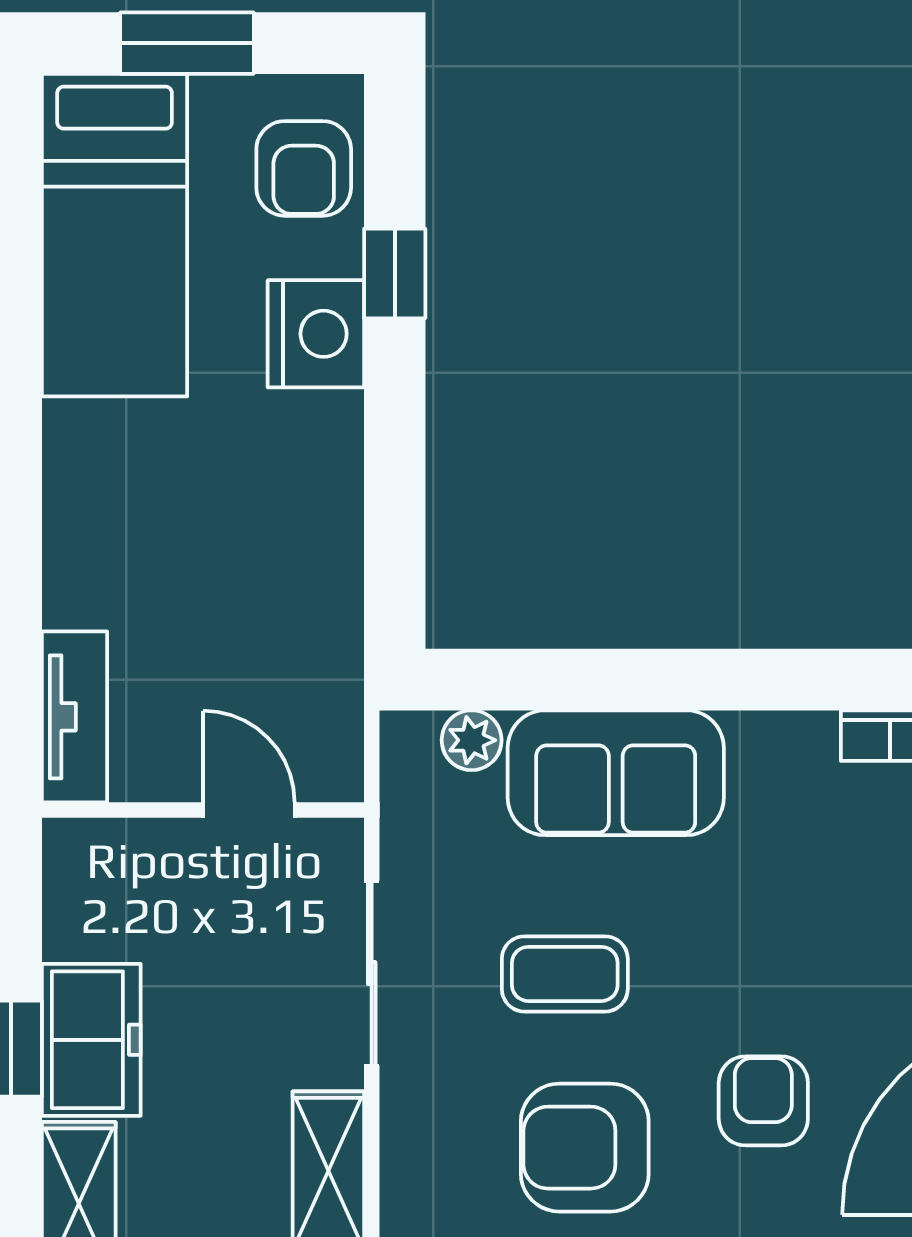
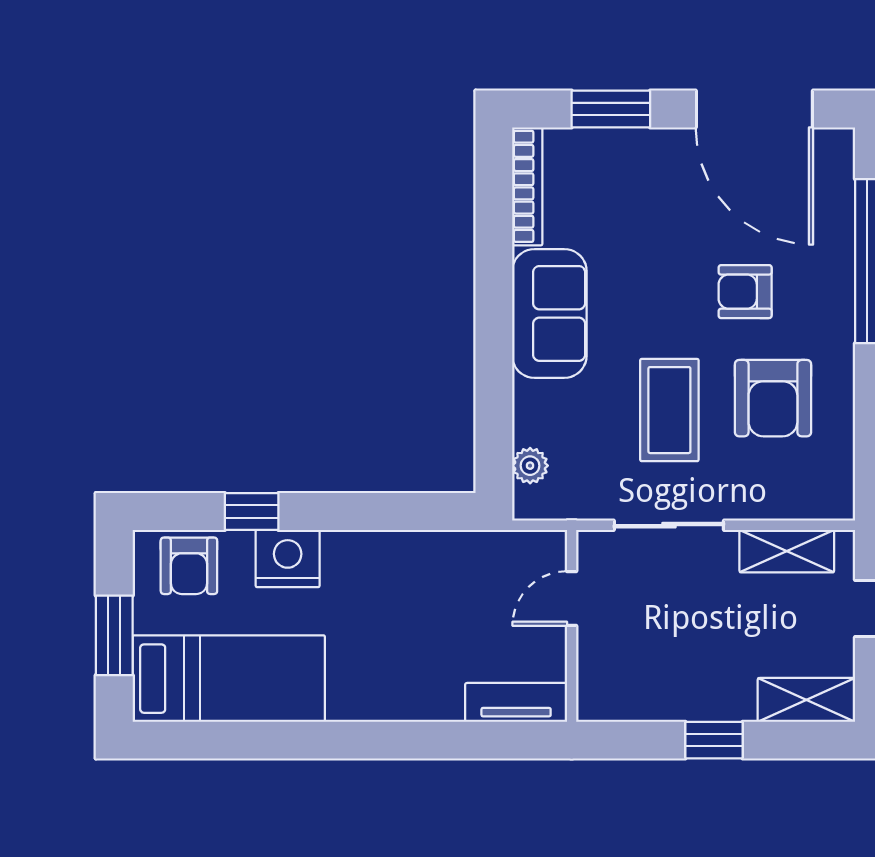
armchair: (304, 168) -> (189, 566), turned 90
sofa: (616, 773) -> (549, 313), moved
coffee table: (565, 974) -> (669, 410), width x1.36, depth x1.30
freezer: (91, 1040) -> (709, 692), removed

